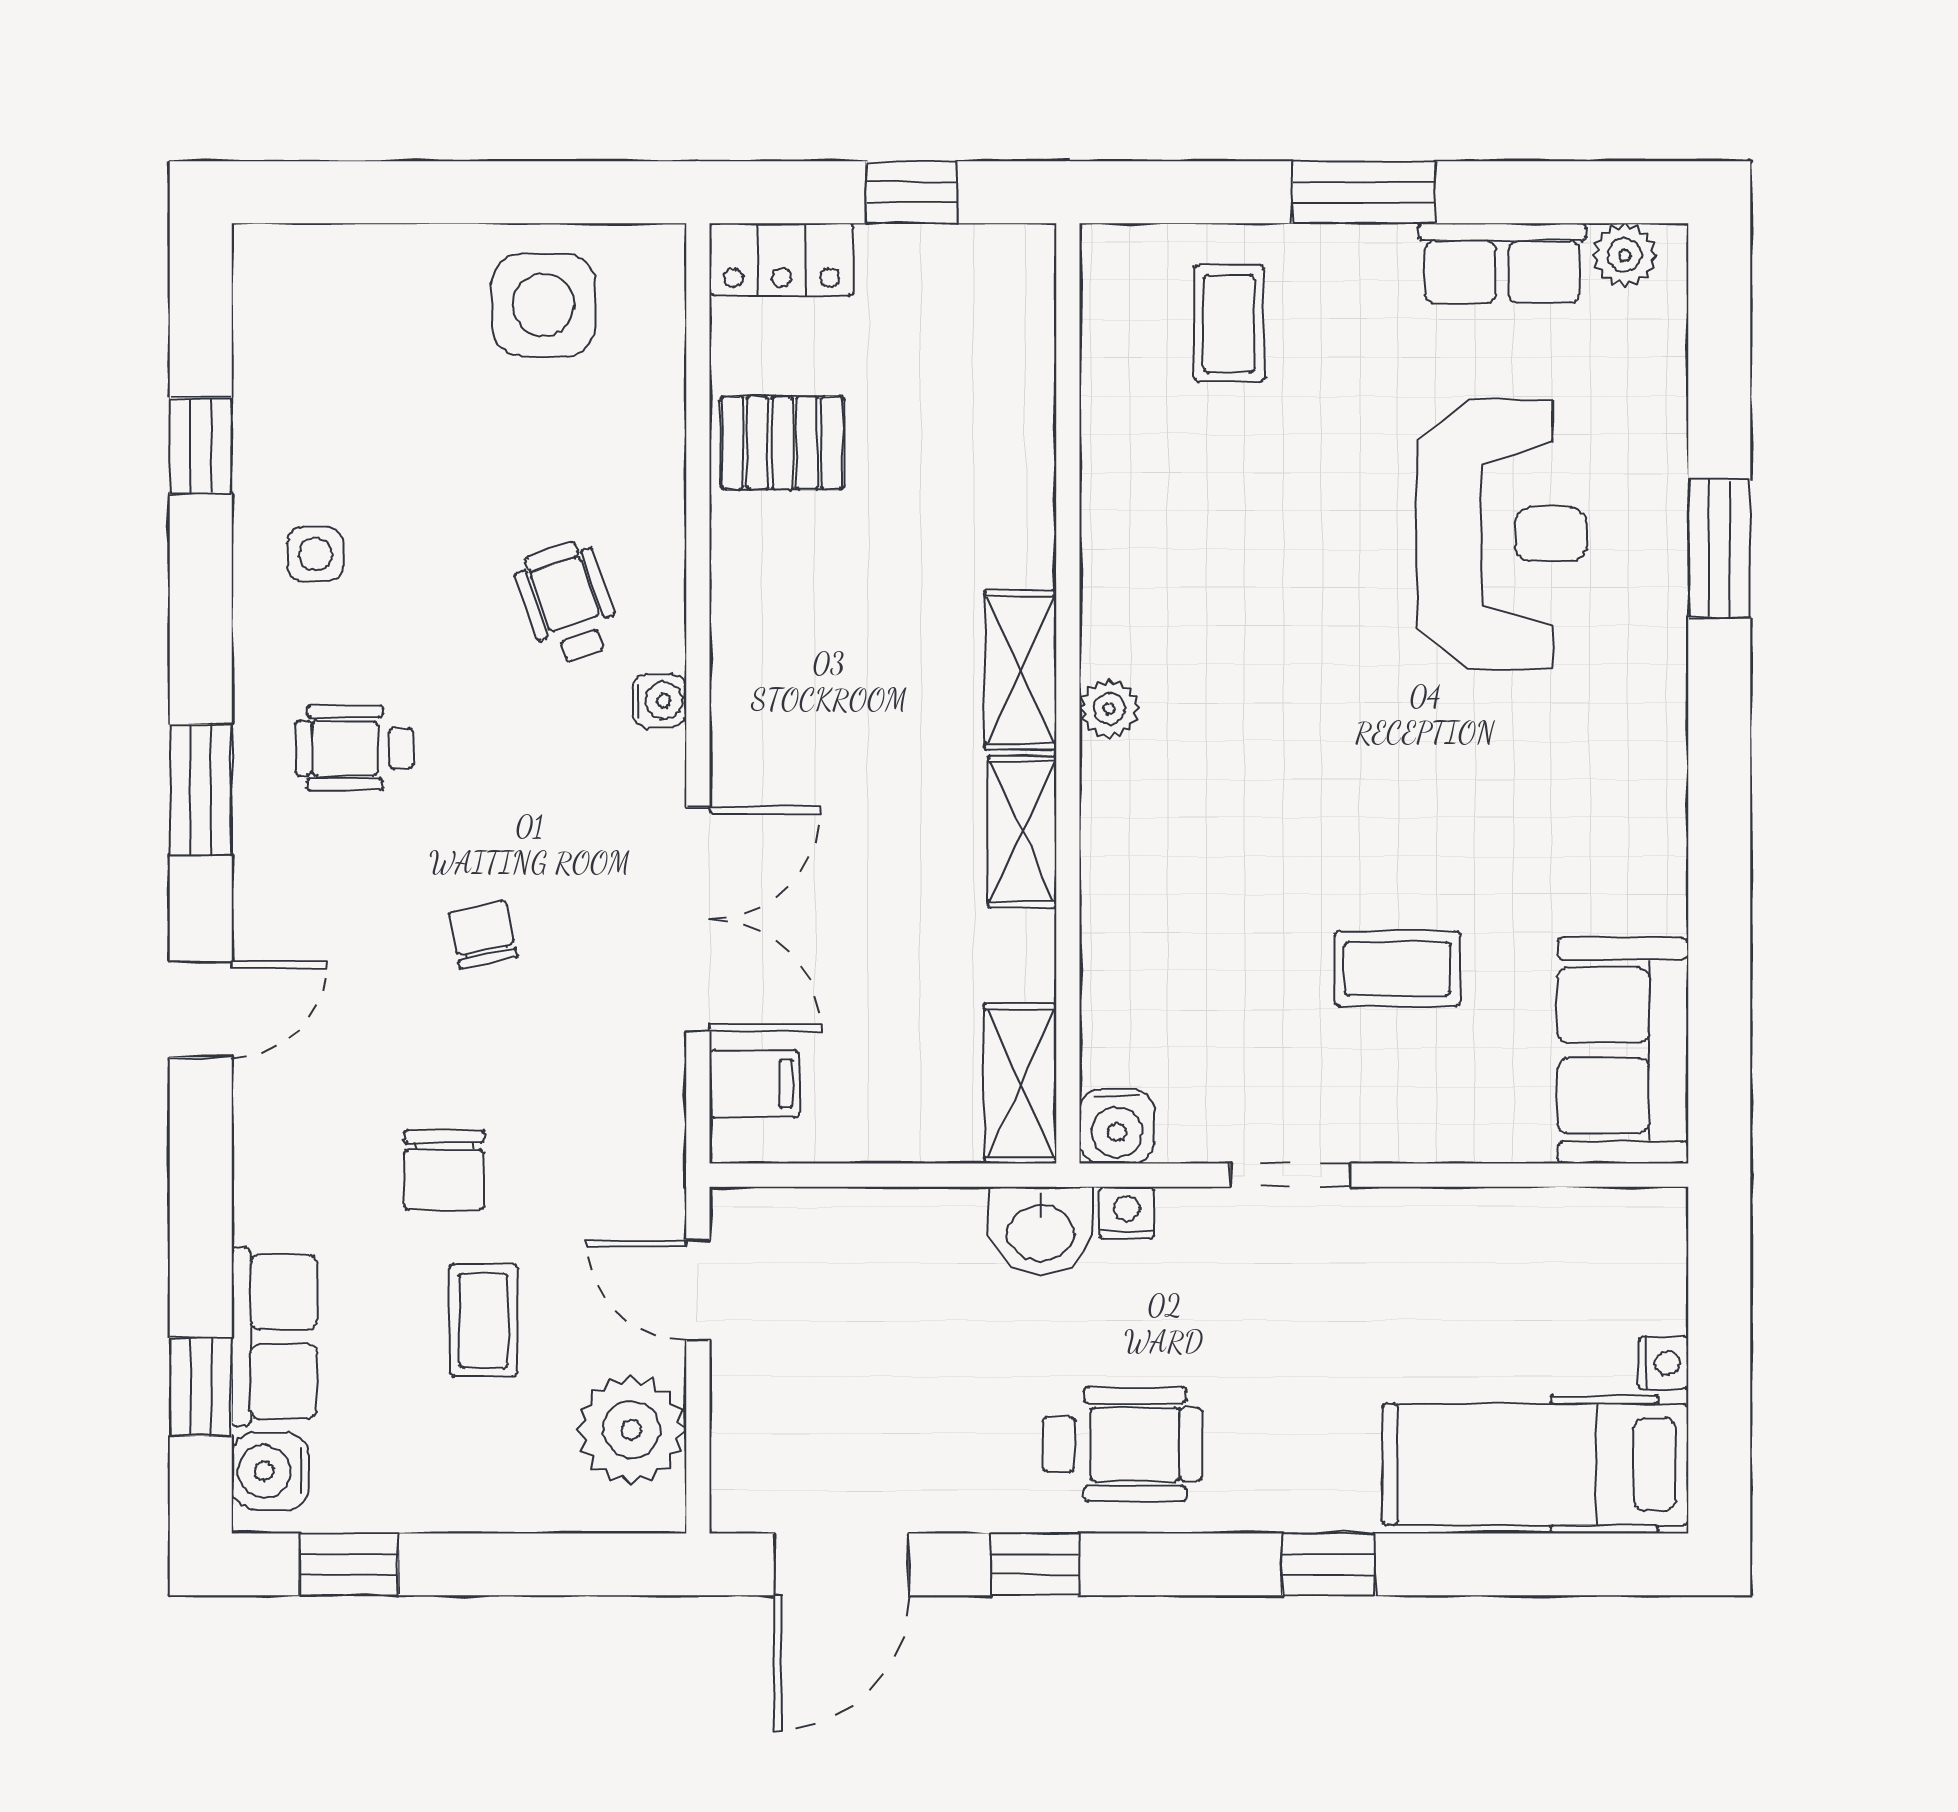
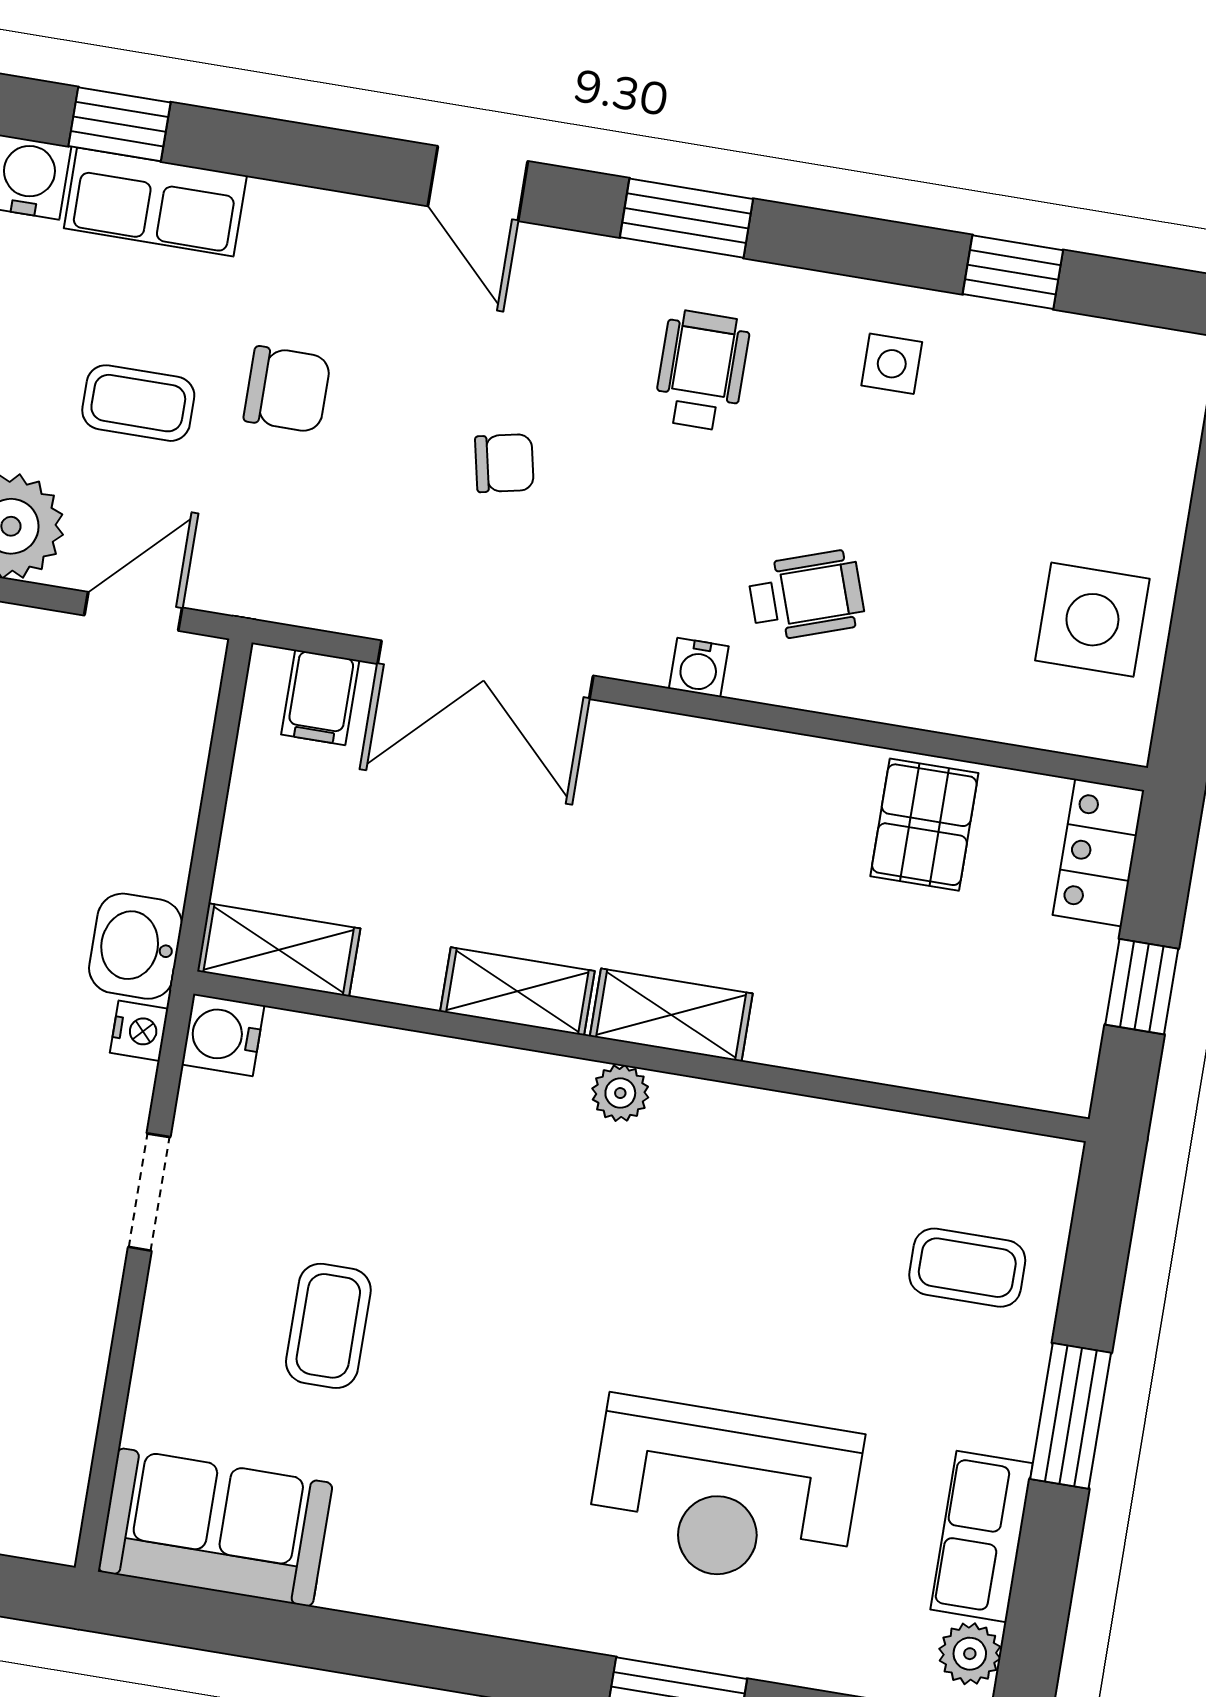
chair: (444, 1170) -> (287, 389), turned 180

